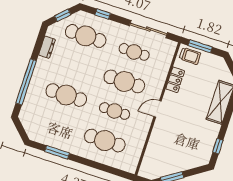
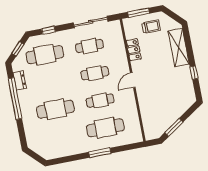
trolley: (190, 56) -> (151, 27), moved
cafe table: (124, 81) -> (95, 73), width x0.73, depth x0.74
window: (26, 82) -> (15, 99), moved
window: (218, 146) -> (194, 73), moved
window: (57, 152) -> (100, 153), moved

